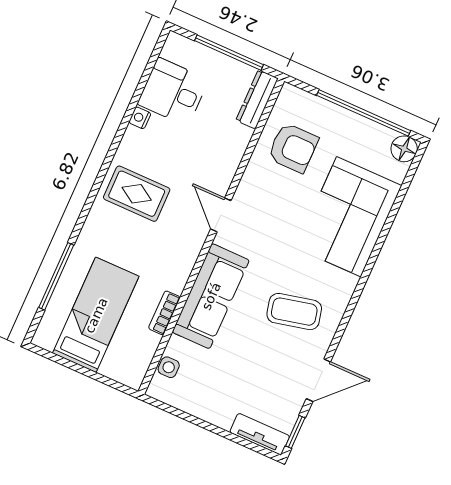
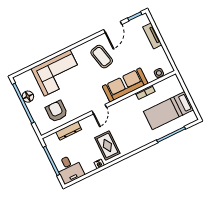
desk: (173, 92) -> (69, 169), moved
dresser: (257, 99) -> (69, 131), moved
floor lamp: (404, 149) -> (28, 97), moved
rug: (137, 194) -> (107, 145), moved
door: (318, 380) -> (113, 27), swing flipped
tv unit: (260, 434) -> (152, 36), moved

